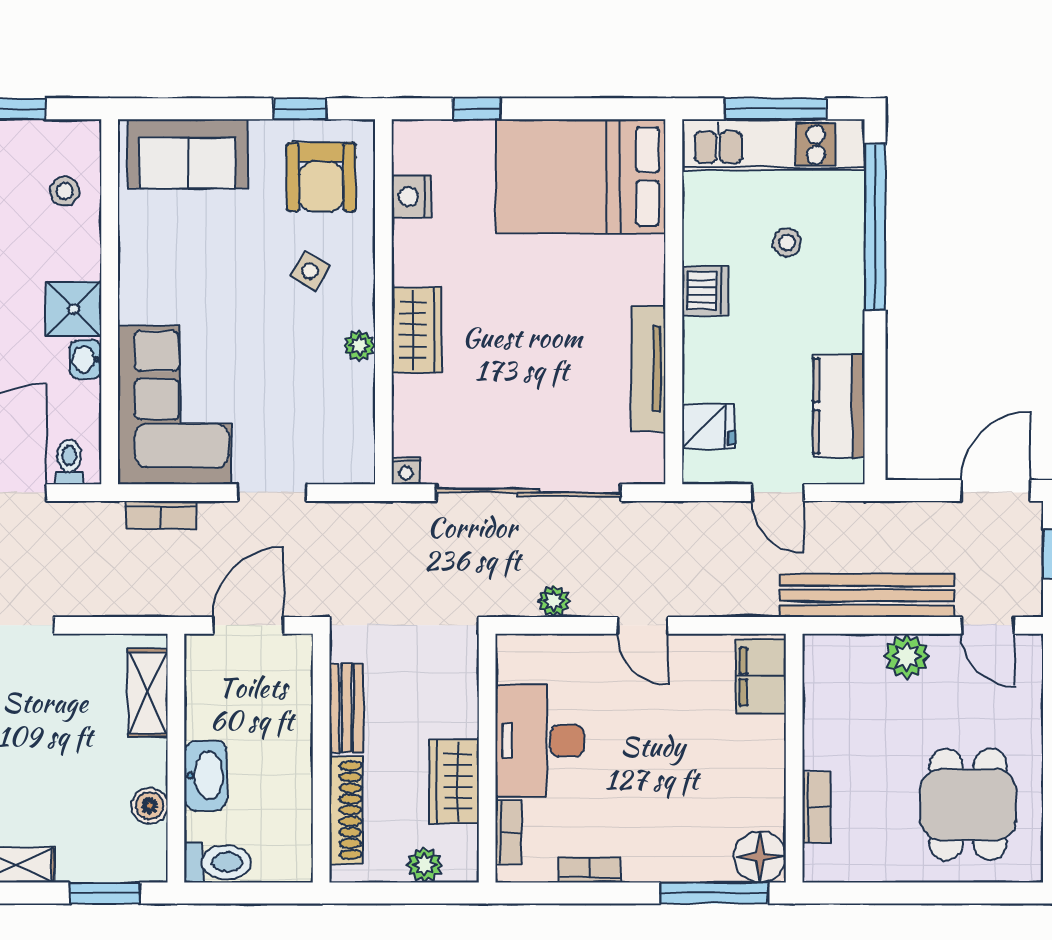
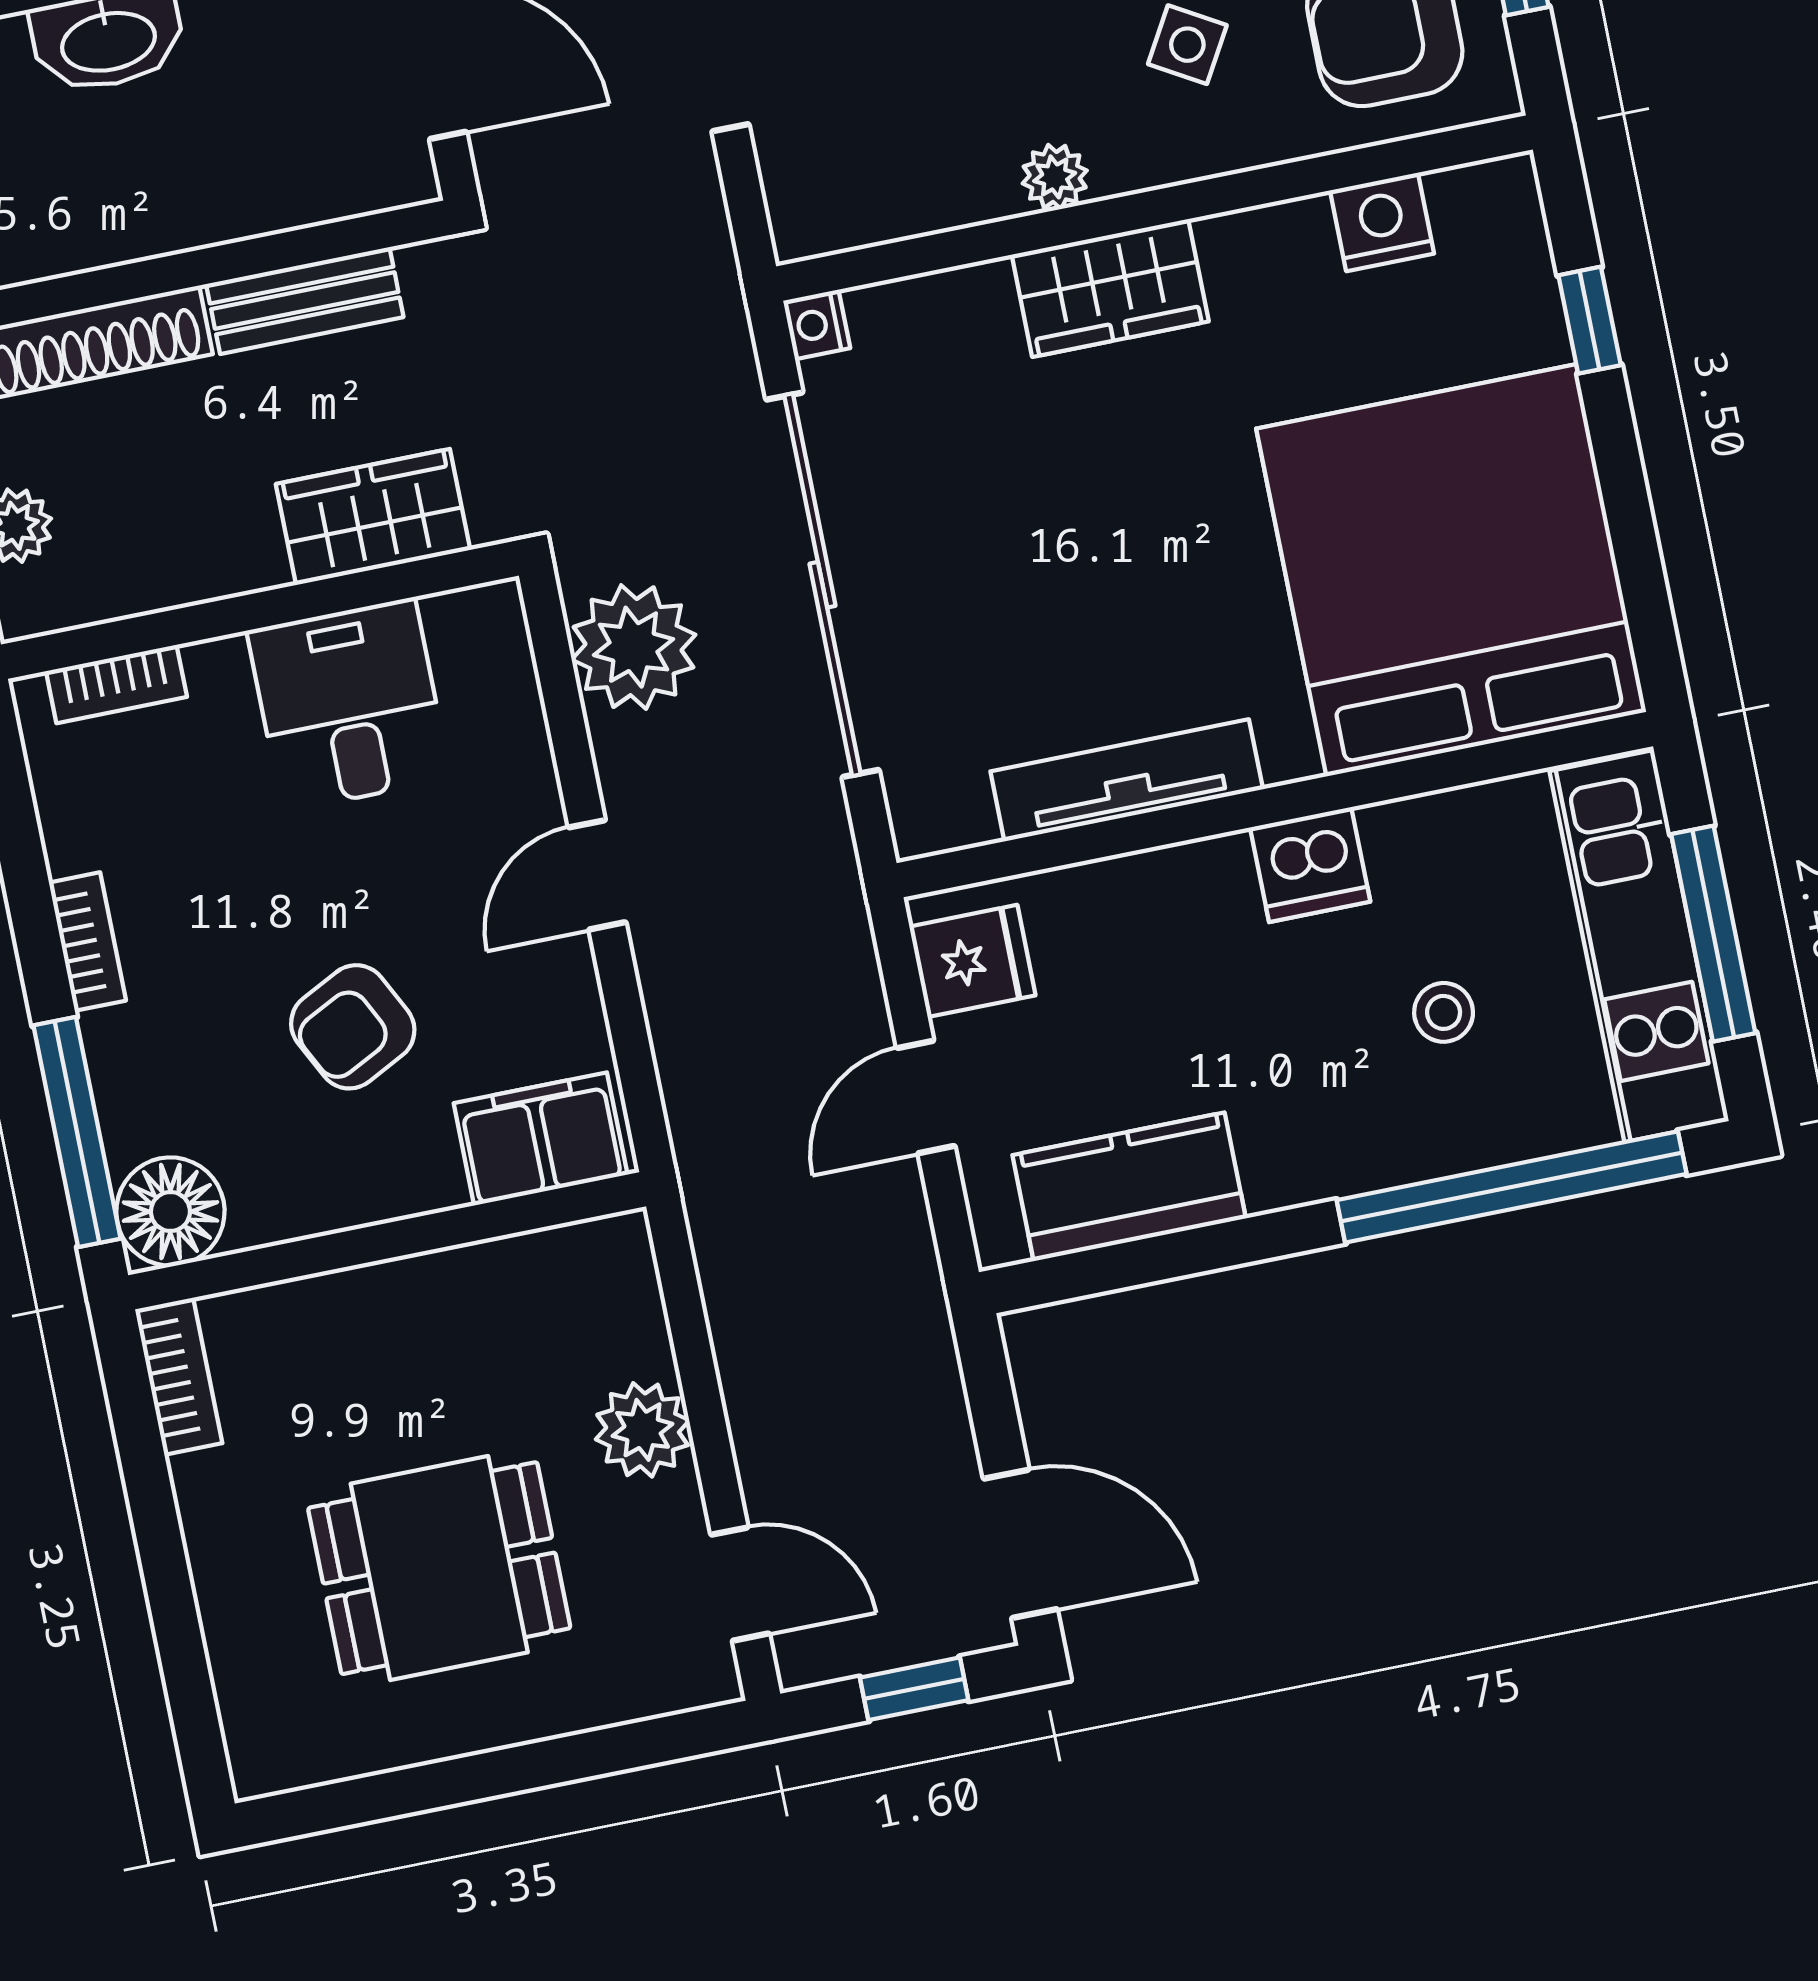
bed: (581, 176) -> (1451, 570), width x1.36
fridge: (708, 426) -> (972, 961), moved, turned -90
bench: (867, 595) -> (752, 1323), removed
plant: (554, 601) -> (634, 647), width x1.87, depth x1.87
door: (988, 625) -> (740, 1584), swing flipped
desk: (540, 741) -> (349, 705), width x0.73
armchair: (691, 754) -> (353, 1027), added
wardrobe: (454, 781) -> (373, 517), moved
dining table: (968, 805) -> (439, 1568), moved
bookcase: (817, 807) -> (179, 1376), moved, turned -90
bookcase: (589, 870) -> (87, 942), moved

